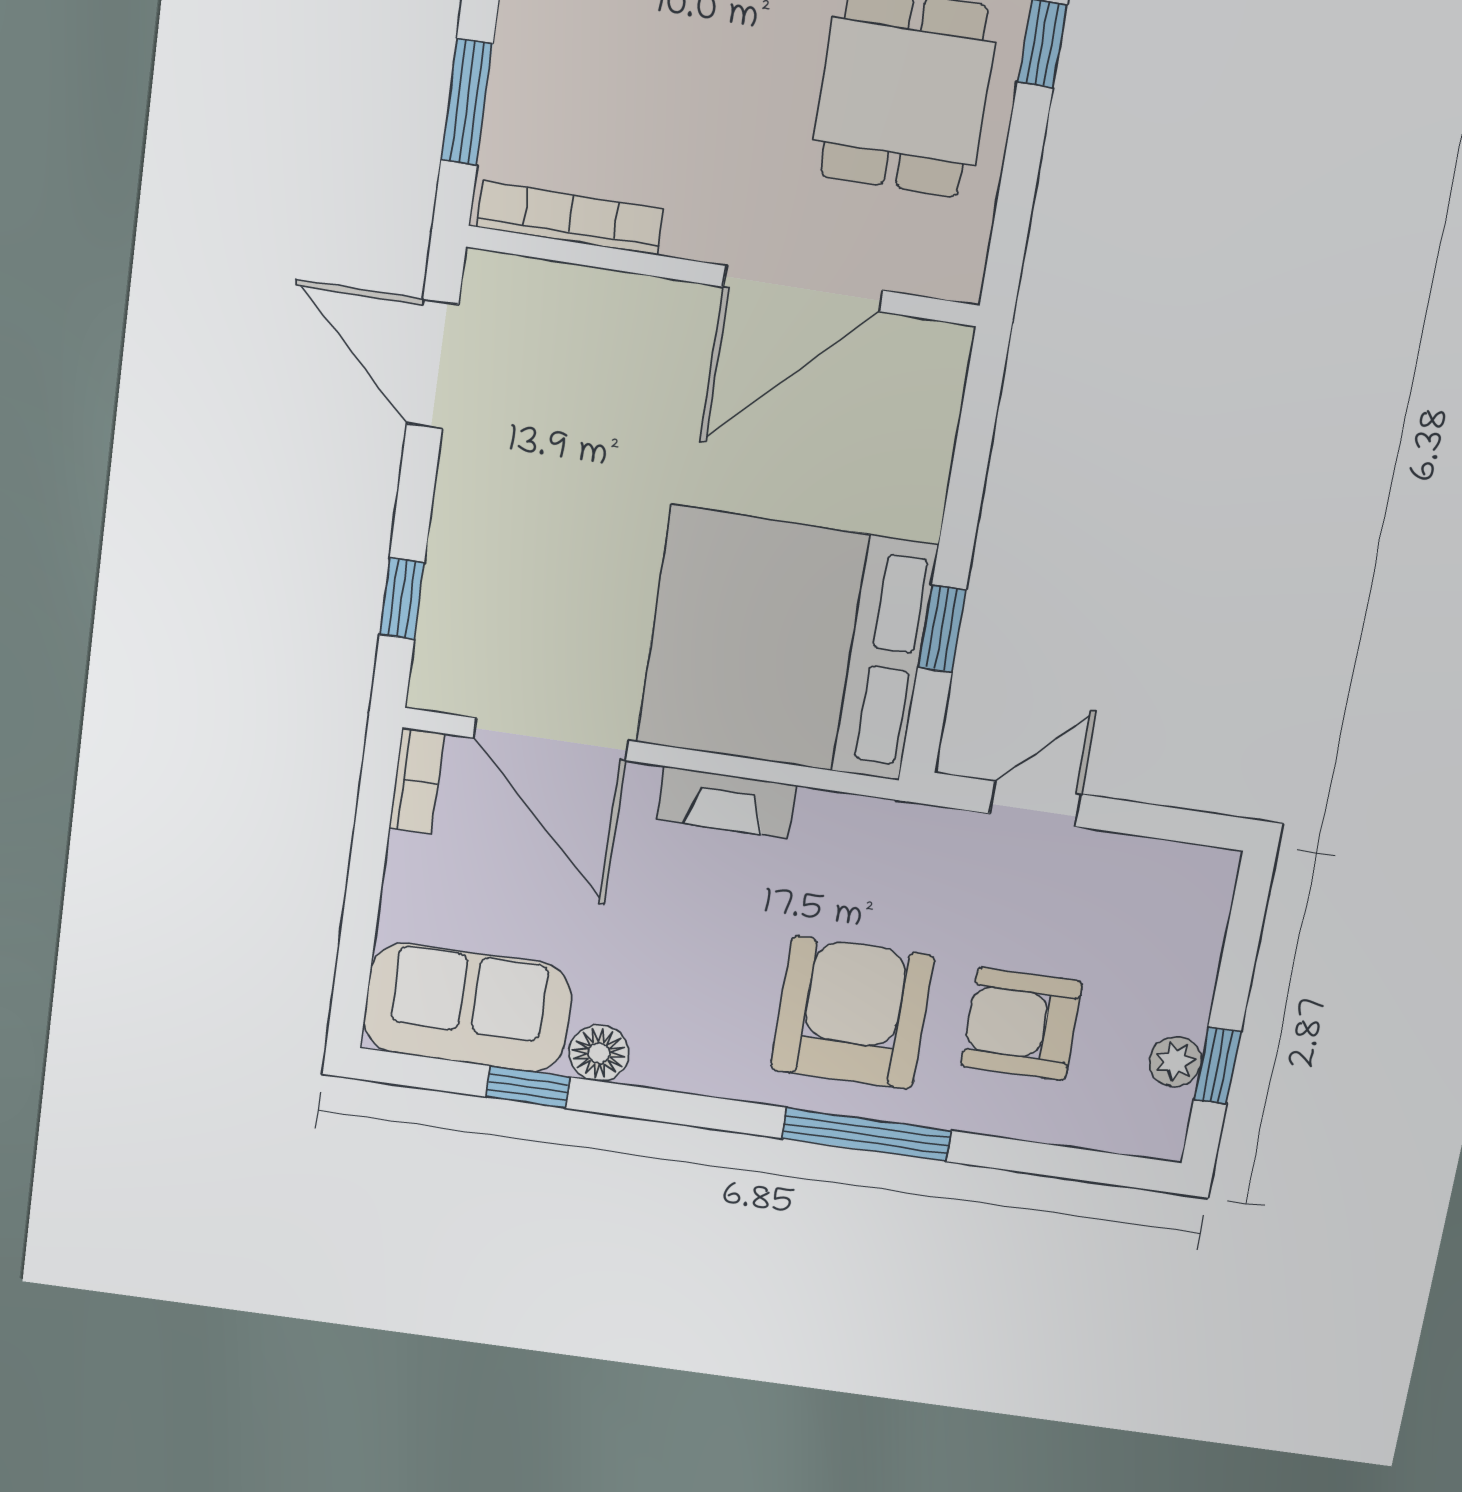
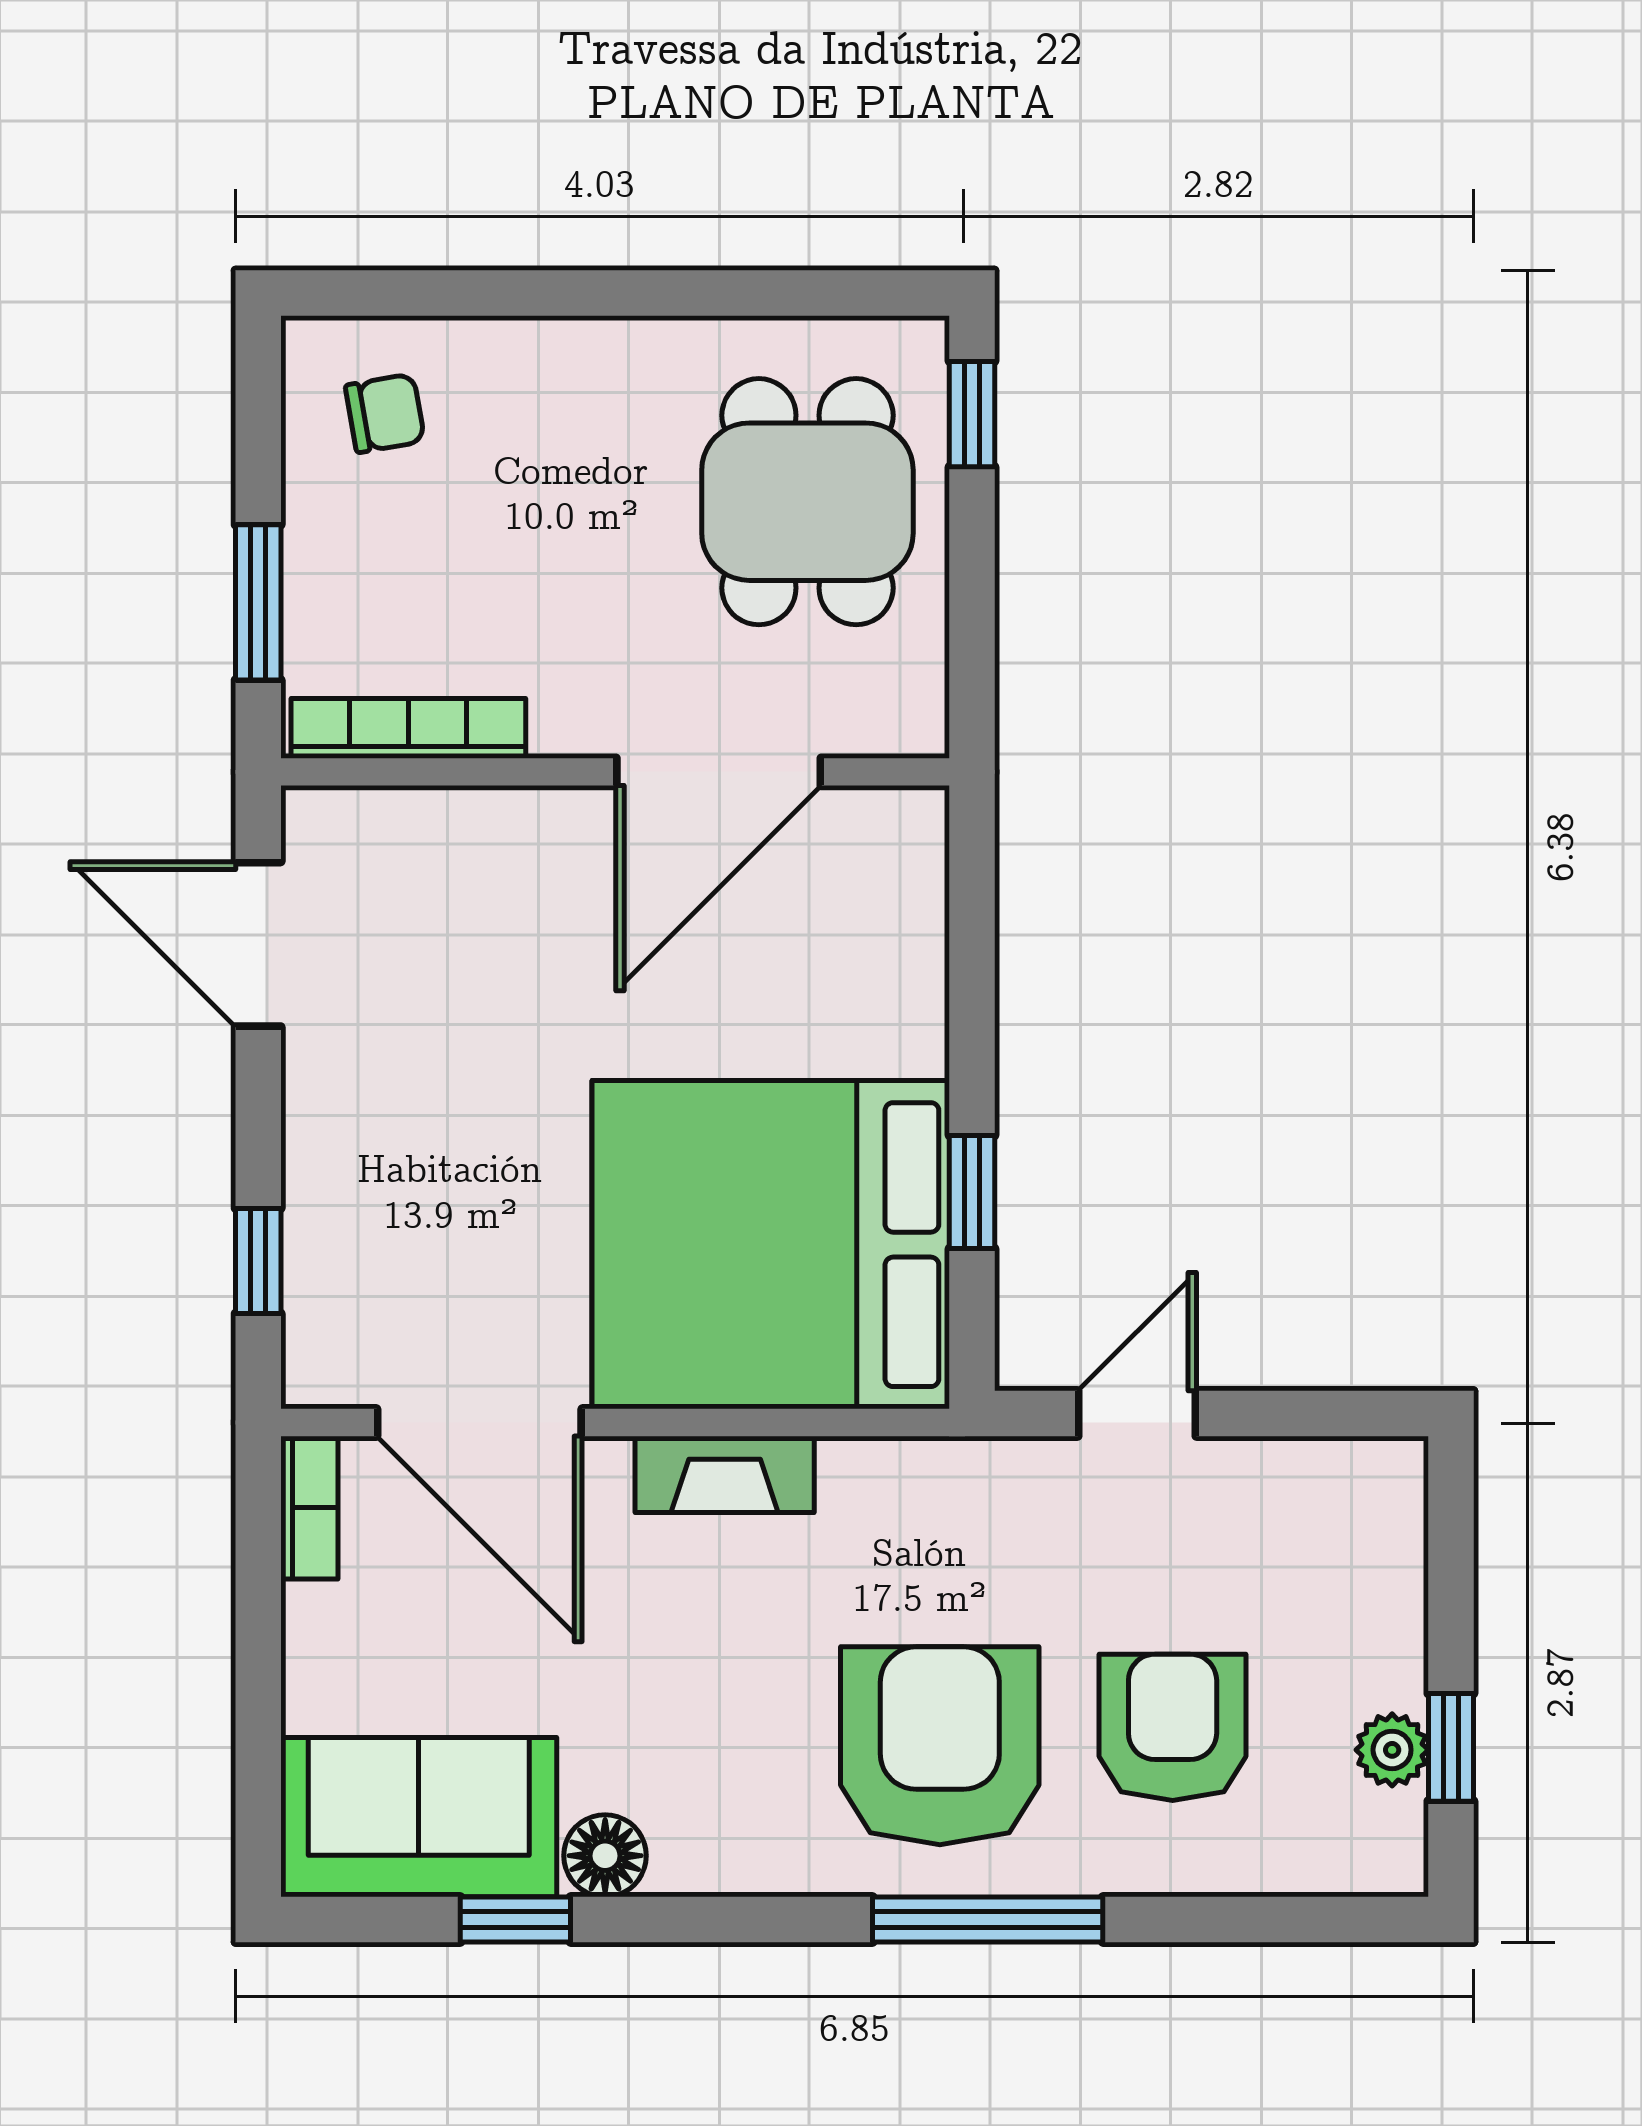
armchair: (1022, 1024) -> (1173, 1727), turned 90

